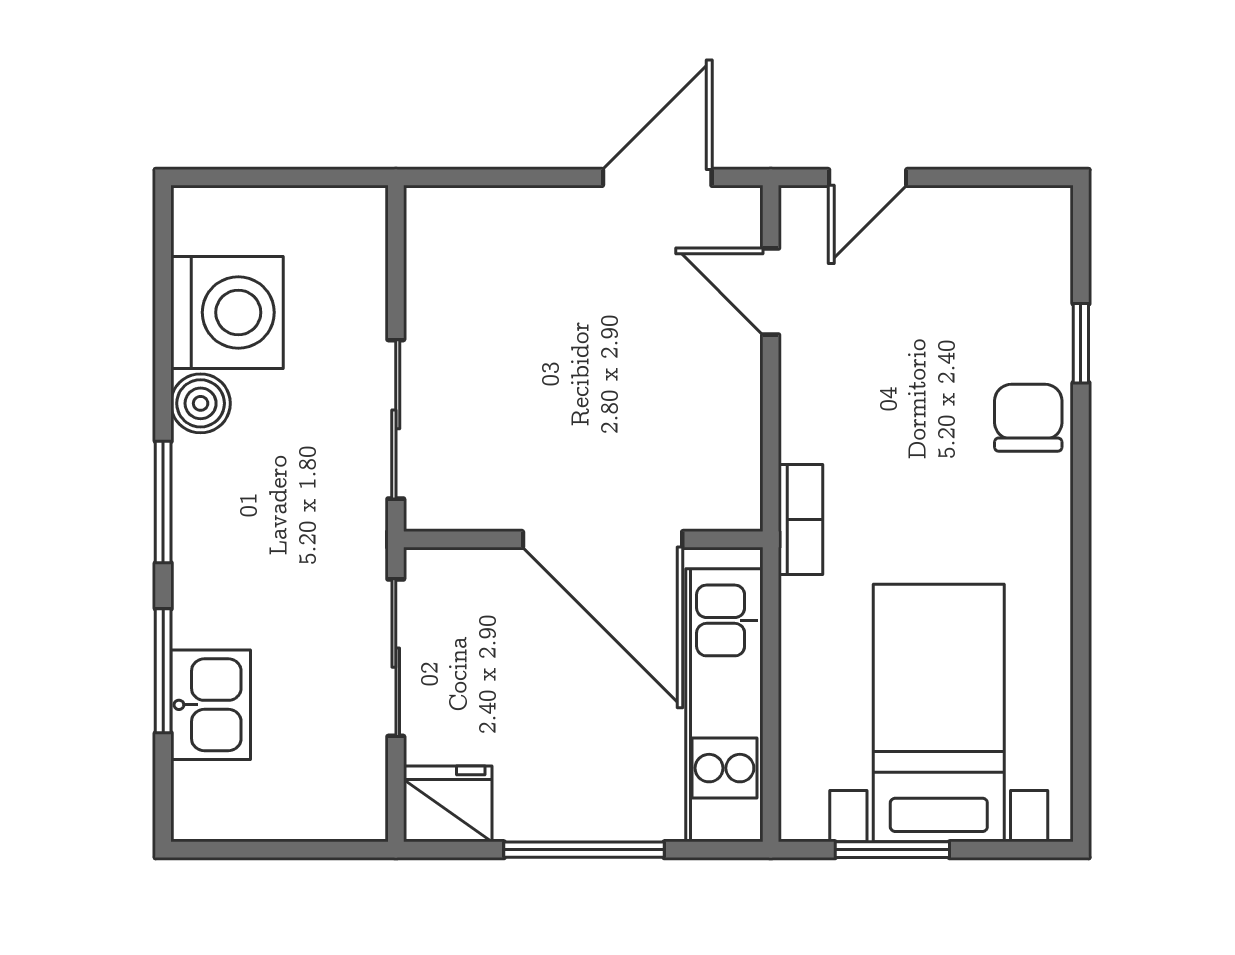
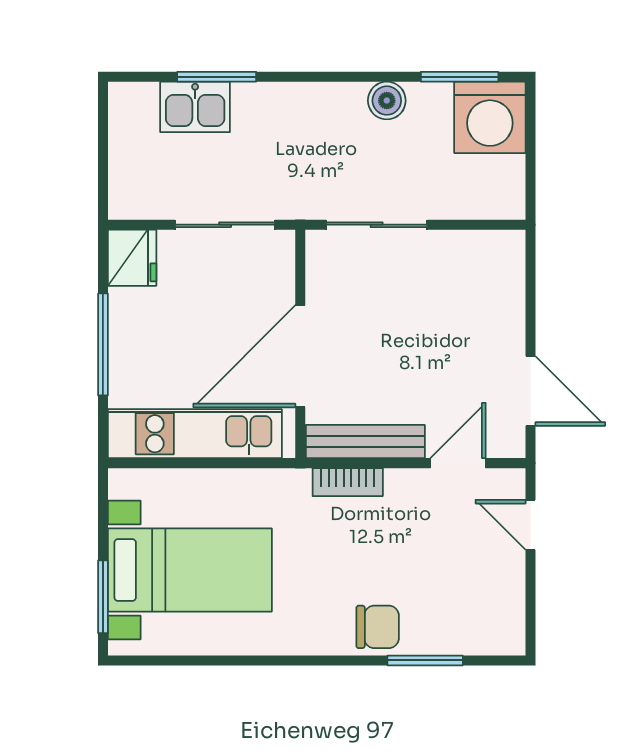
washing machine: (227, 312) -> (490, 117), moved
window: (1081, 343) -> (425, 660), width x1.50
bench: (737, 437) -> (365, 442), added
window: (163, 502) -> (460, 77), moved
bookcase: (801, 520) -> (348, 482), moved
window: (892, 850) -> (103, 597), moved

